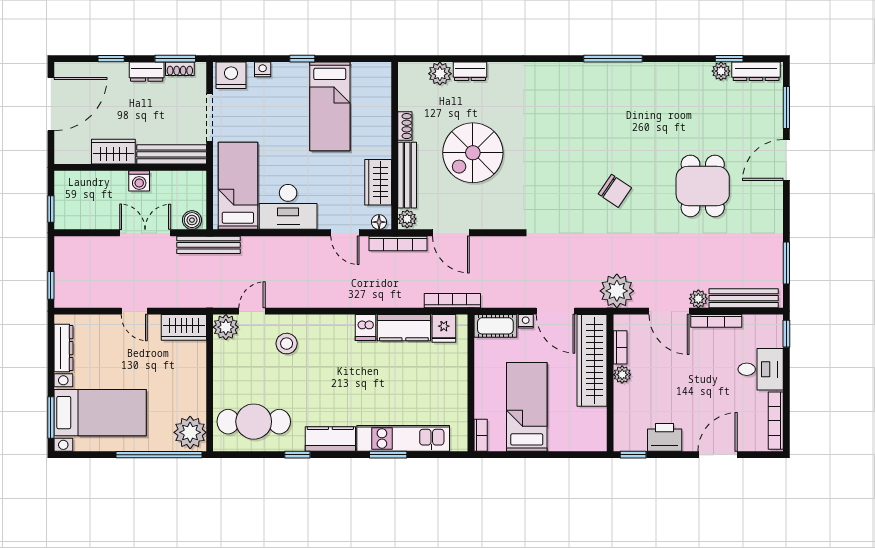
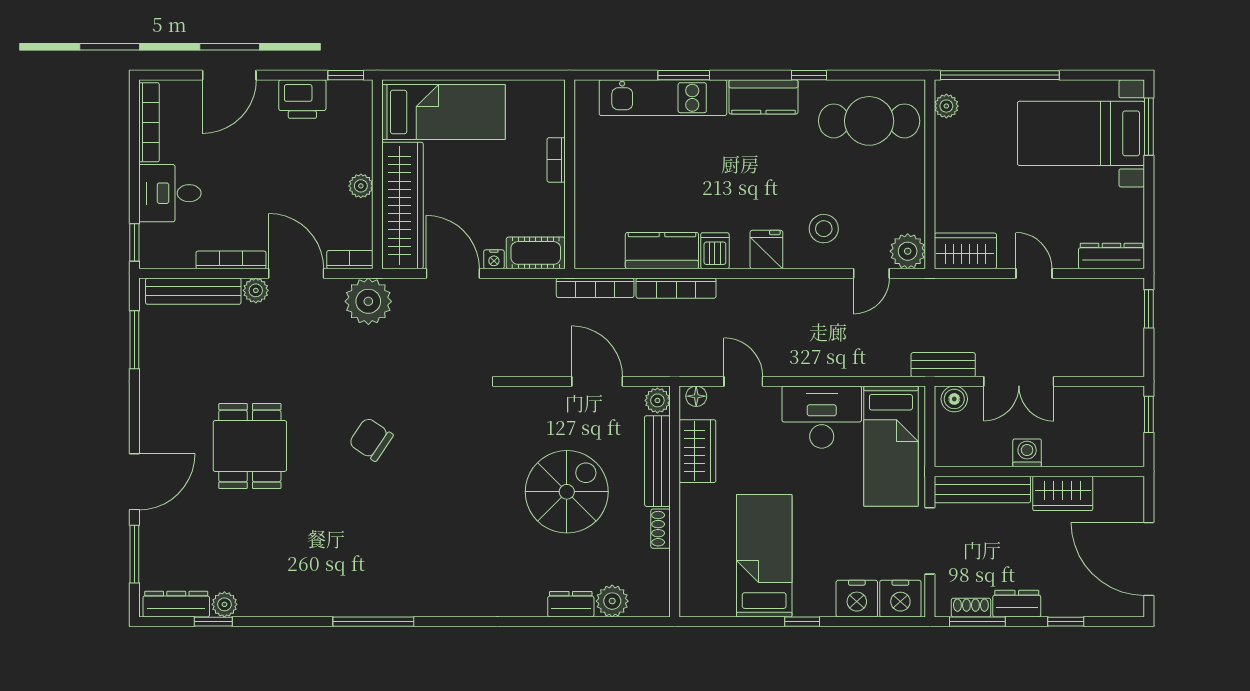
nightstand: (263, 69) -> (857, 599), width x1.89, depth x1.79
door: (51, 104) -> (1149, 559), hinge flipped
bookcase: (398, 243) -> (676, 288), moved, turned 180
bench: (208, 245) -> (943, 365), width x0.73
fridge: (444, 328) -> (766, 250), moved
bookcase: (620, 347) -> (350, 260), moved, turned 90
dresser: (63, 348) -> (1111, 256), moved, turned 90
bed: (527, 407) -> (443, 112), moved, turned -90
plant: (190, 432) -> (946, 106), width x0.53, depth x0.53
bookcase: (481, 435) -> (556, 160), moved

